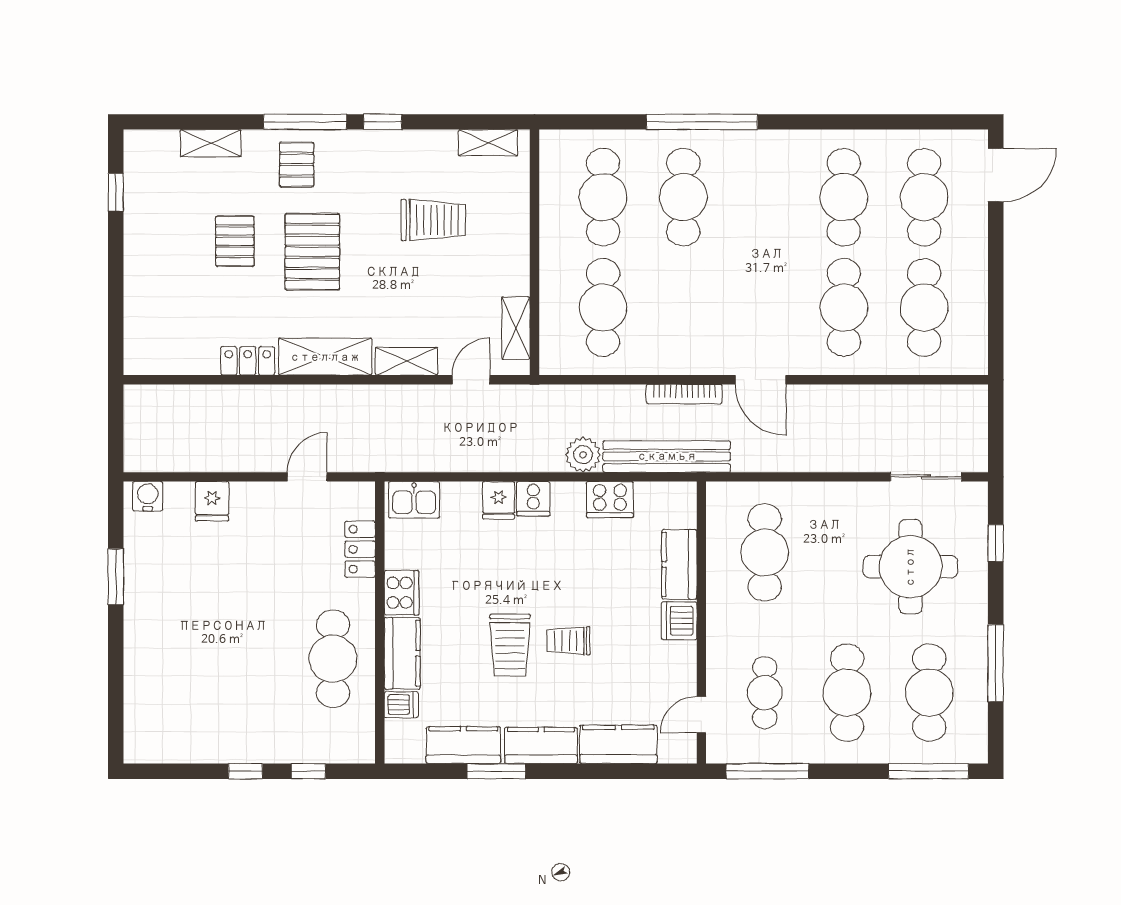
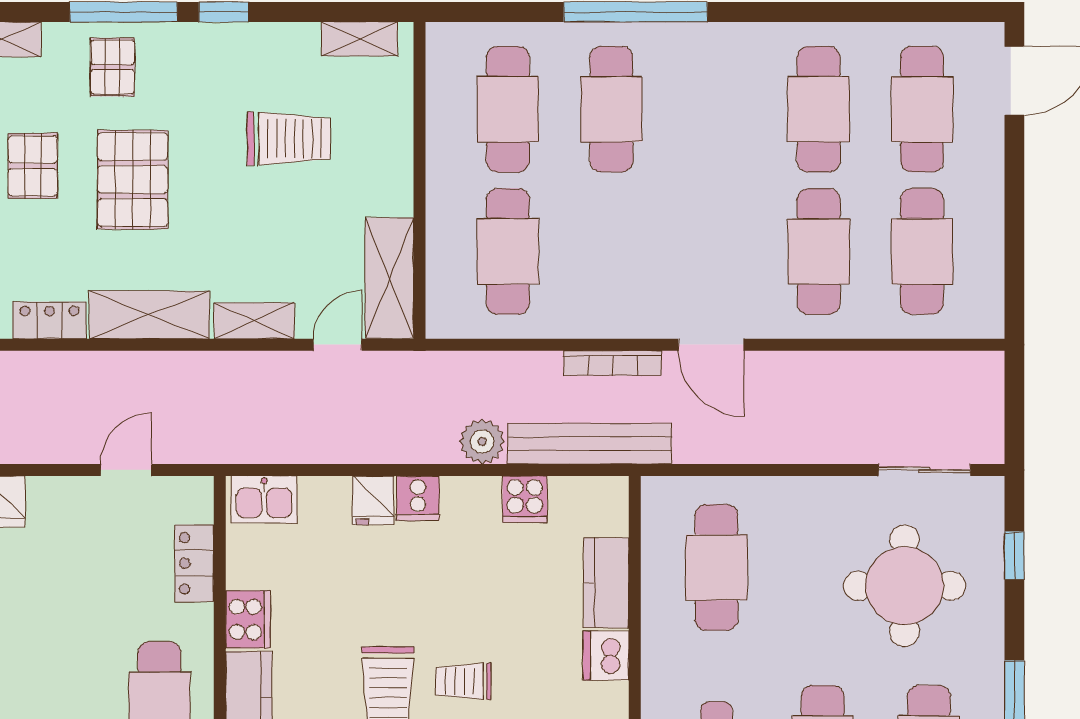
shelving: (516, 328) -> (389, 278), width x1.50, depth x1.33
cooker: (610, 500) -> (525, 499), width x0.73

